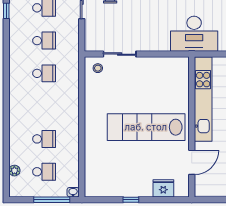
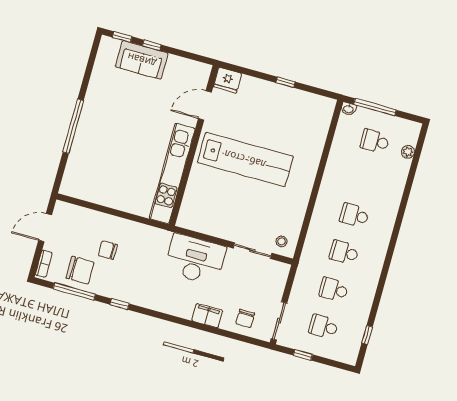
desk: (194, 34) -> (195, 259), moved
school desk: (44, 139) -> (354, 215), moved
fridge: (163, 188) -> (228, 80), moved

